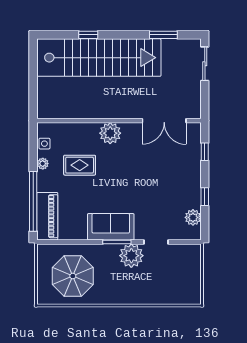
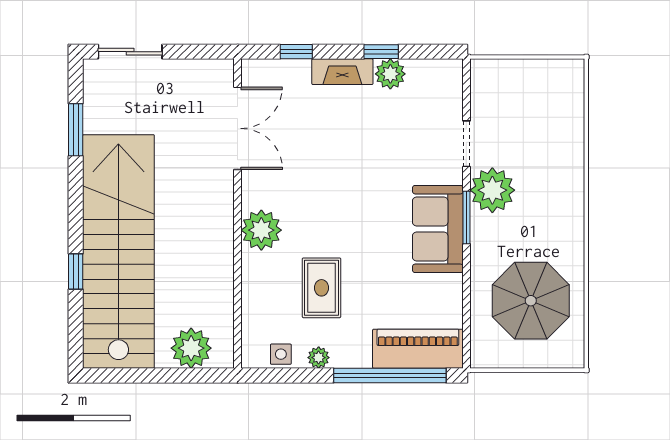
plant: (48, 96) -> (191, 348), added
fireplace: (194, 176) -> (342, 72), added
plant: (193, 217) -> (390, 74), moved

